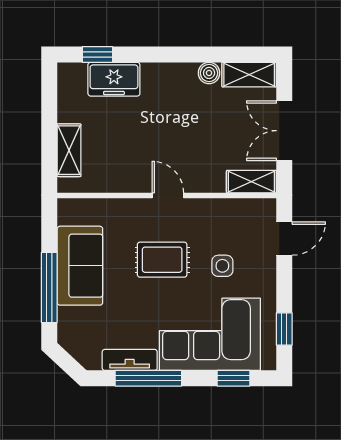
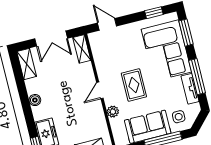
boiler: (209, 73) -> (35, 100), moved
plant: (123, 209) -> (113, 112), added
side table: (222, 266) -> (179, 117), moved
window: (233, 378) -> (186, 33), width x1.50

